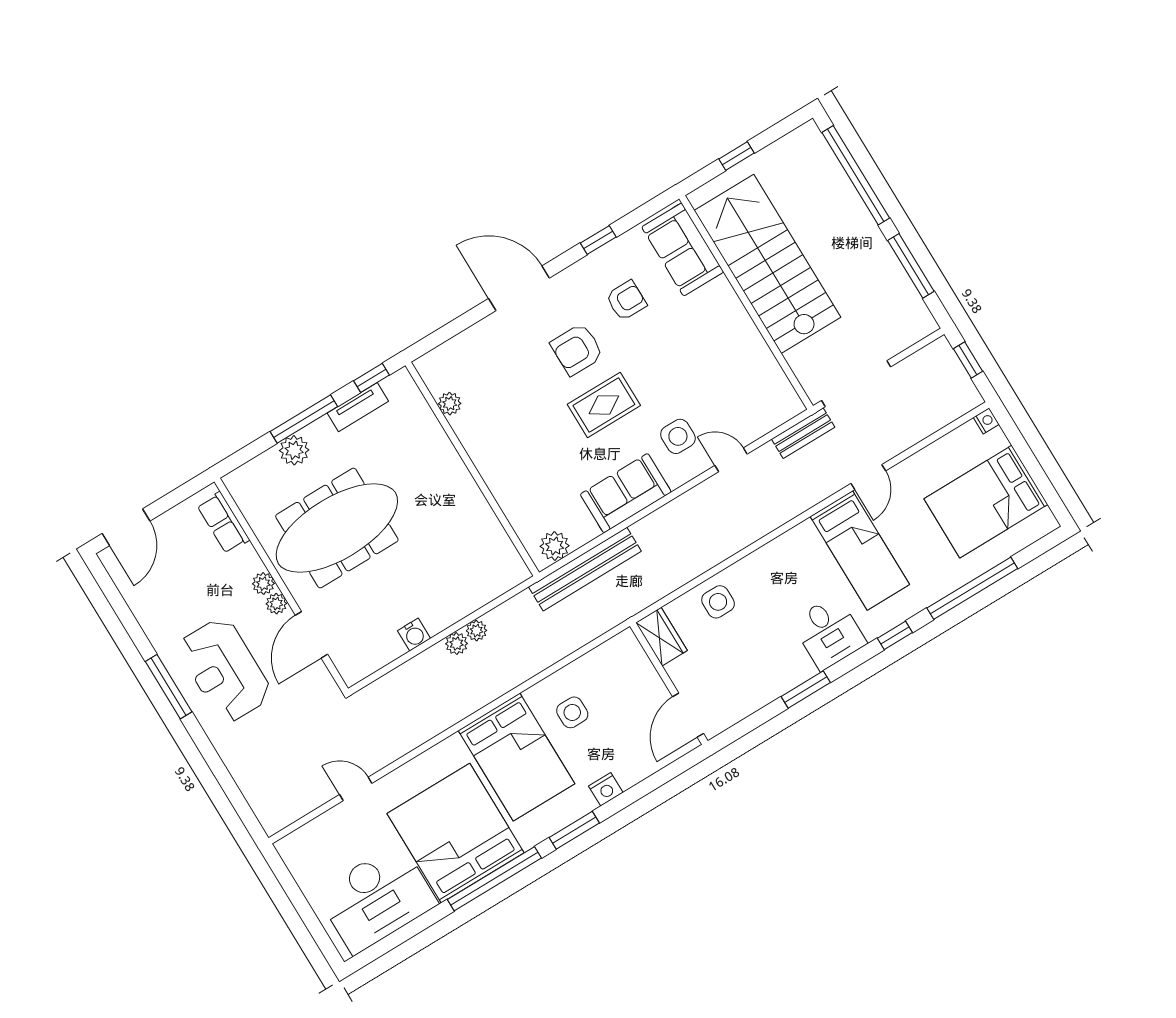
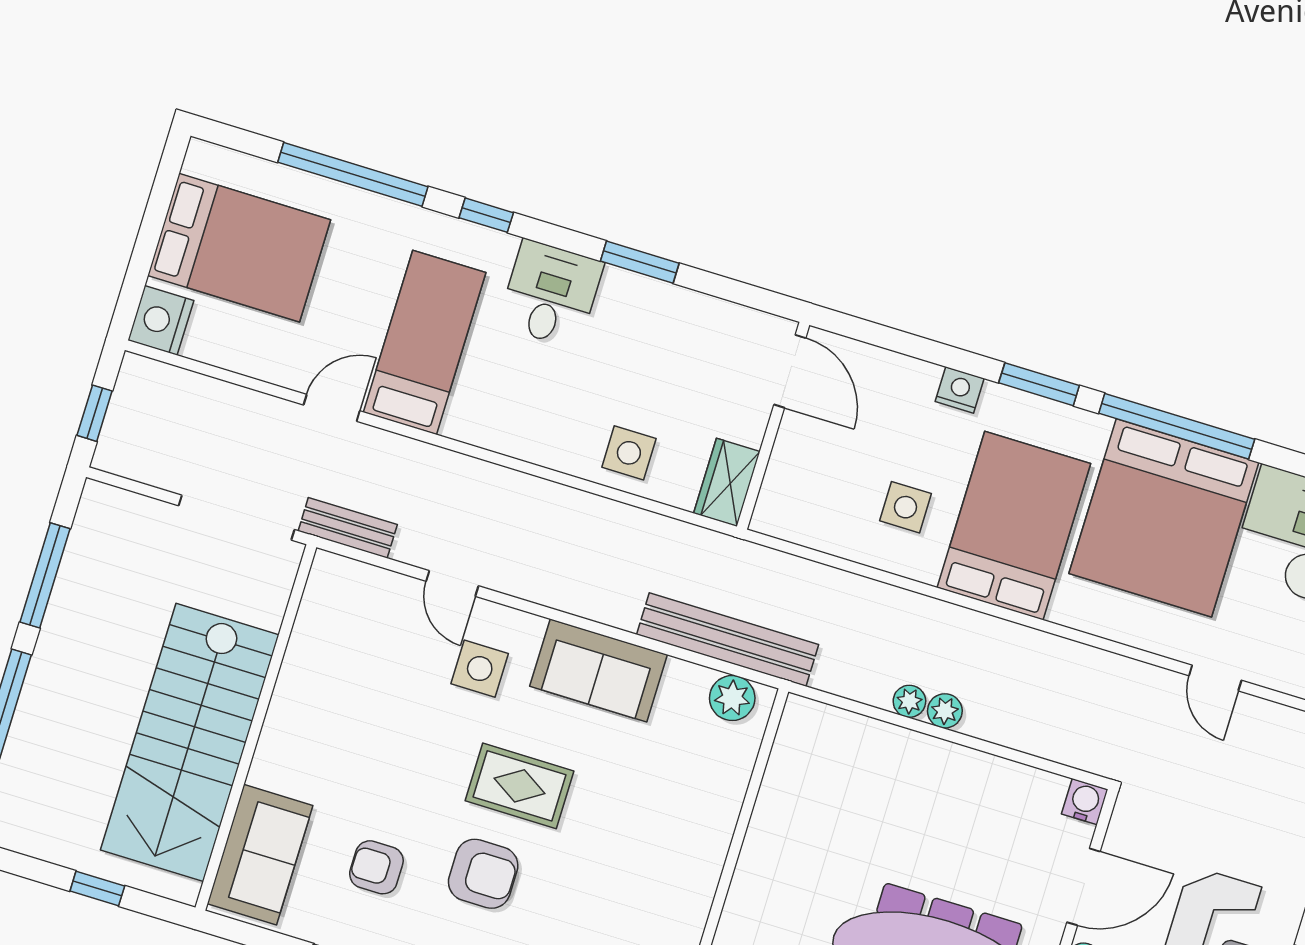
nightstand: (986, 421) -> (161, 320), width x1.89, depth x1.79
water cooler: (414, 635) -> (1085, 802), moved
door: (688, 715) -> (790, 371), hinge flipped

